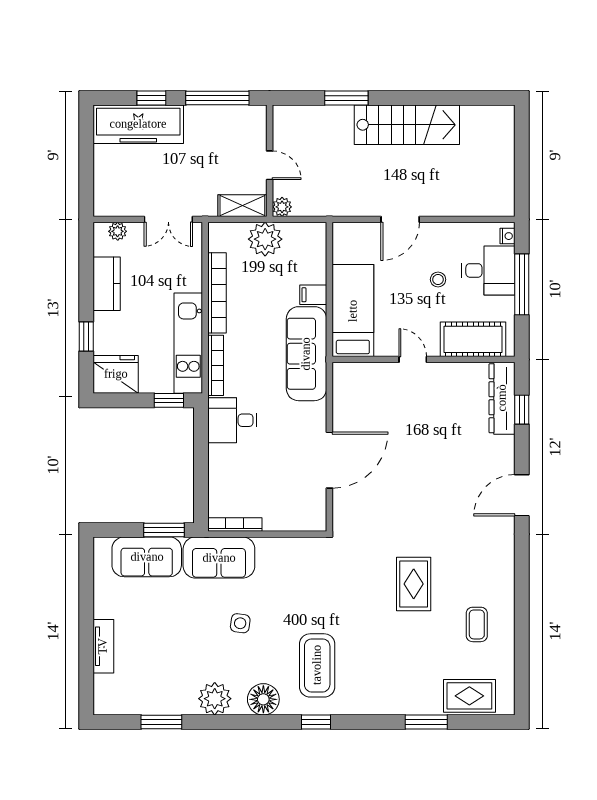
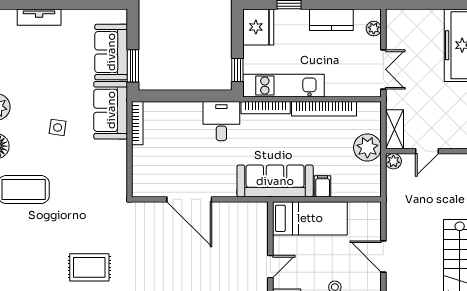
double door: (168, 219) -> (383, 69), swing flipped

